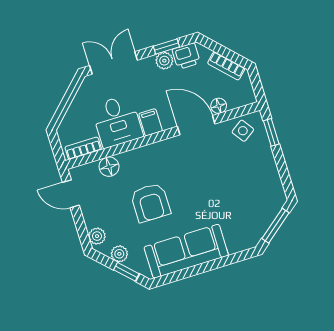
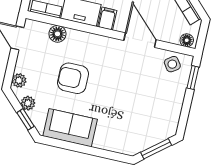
floor lamp: (219, 106) -> (187, 40), moved
armchair: (150, 203) -> (73, 78), turned 90
sofa: (186, 251) -> (70, 128), width x0.73

